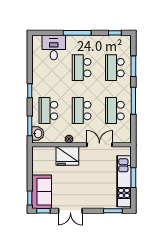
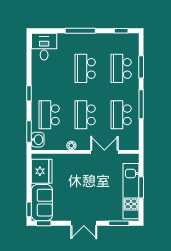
desk: (54, 48) -> (44, 47), moved
fridge: (67, 156) -> (42, 171), moved, turned -90
double door: (70, 211) -> (84, 223), moved

